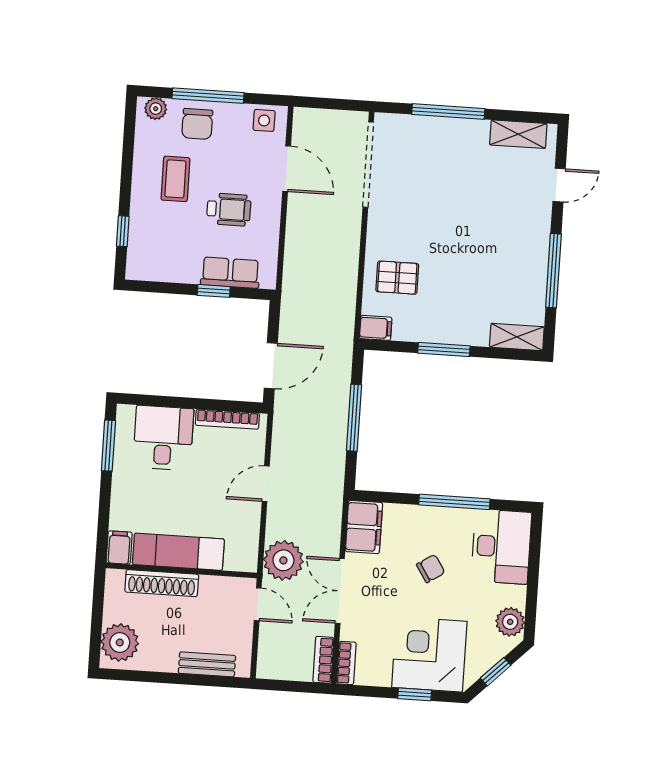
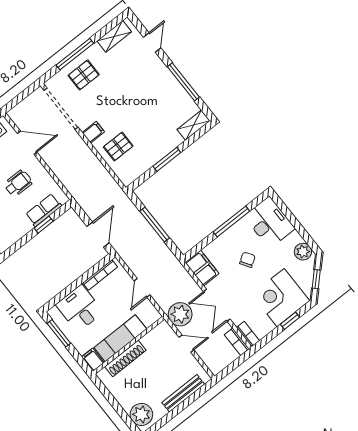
pallet: (435, 148) -> (84, 75), added
filing cabinet: (376, 328) -> (93, 132), moved
filing cabinet: (119, 548) -> (93, 360), moved
exam couch: (178, 552) -> (120, 338), moved
wall: (181, 570) -> (129, 345), moved
shoe rack: (162, 583) -> (125, 358), moved
bench: (207, 664) -> (183, 393), width x1.36

